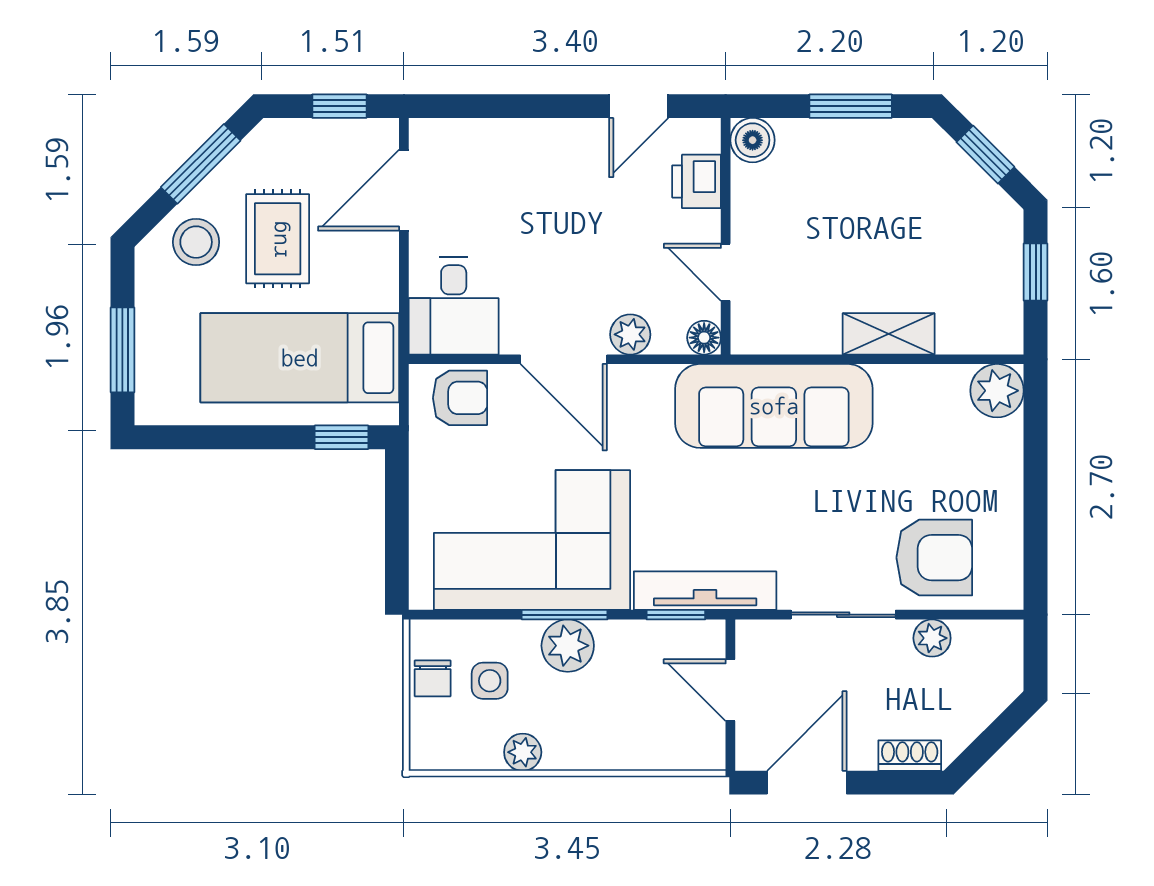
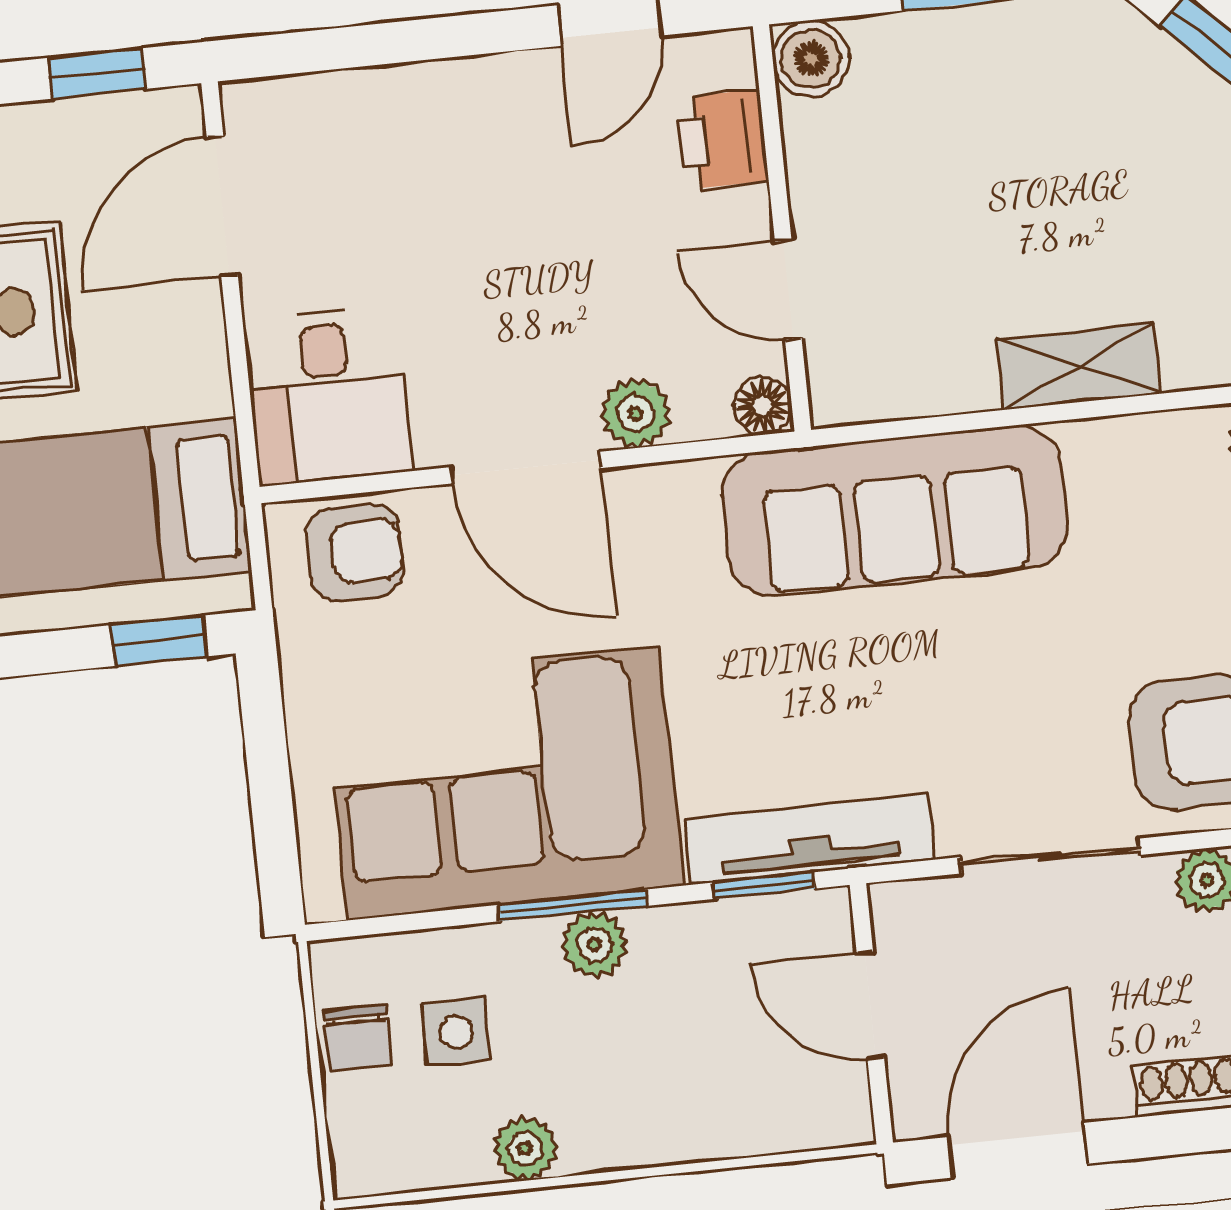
plant: (568, 646) -> (595, 944), width x0.73, depth x0.73

